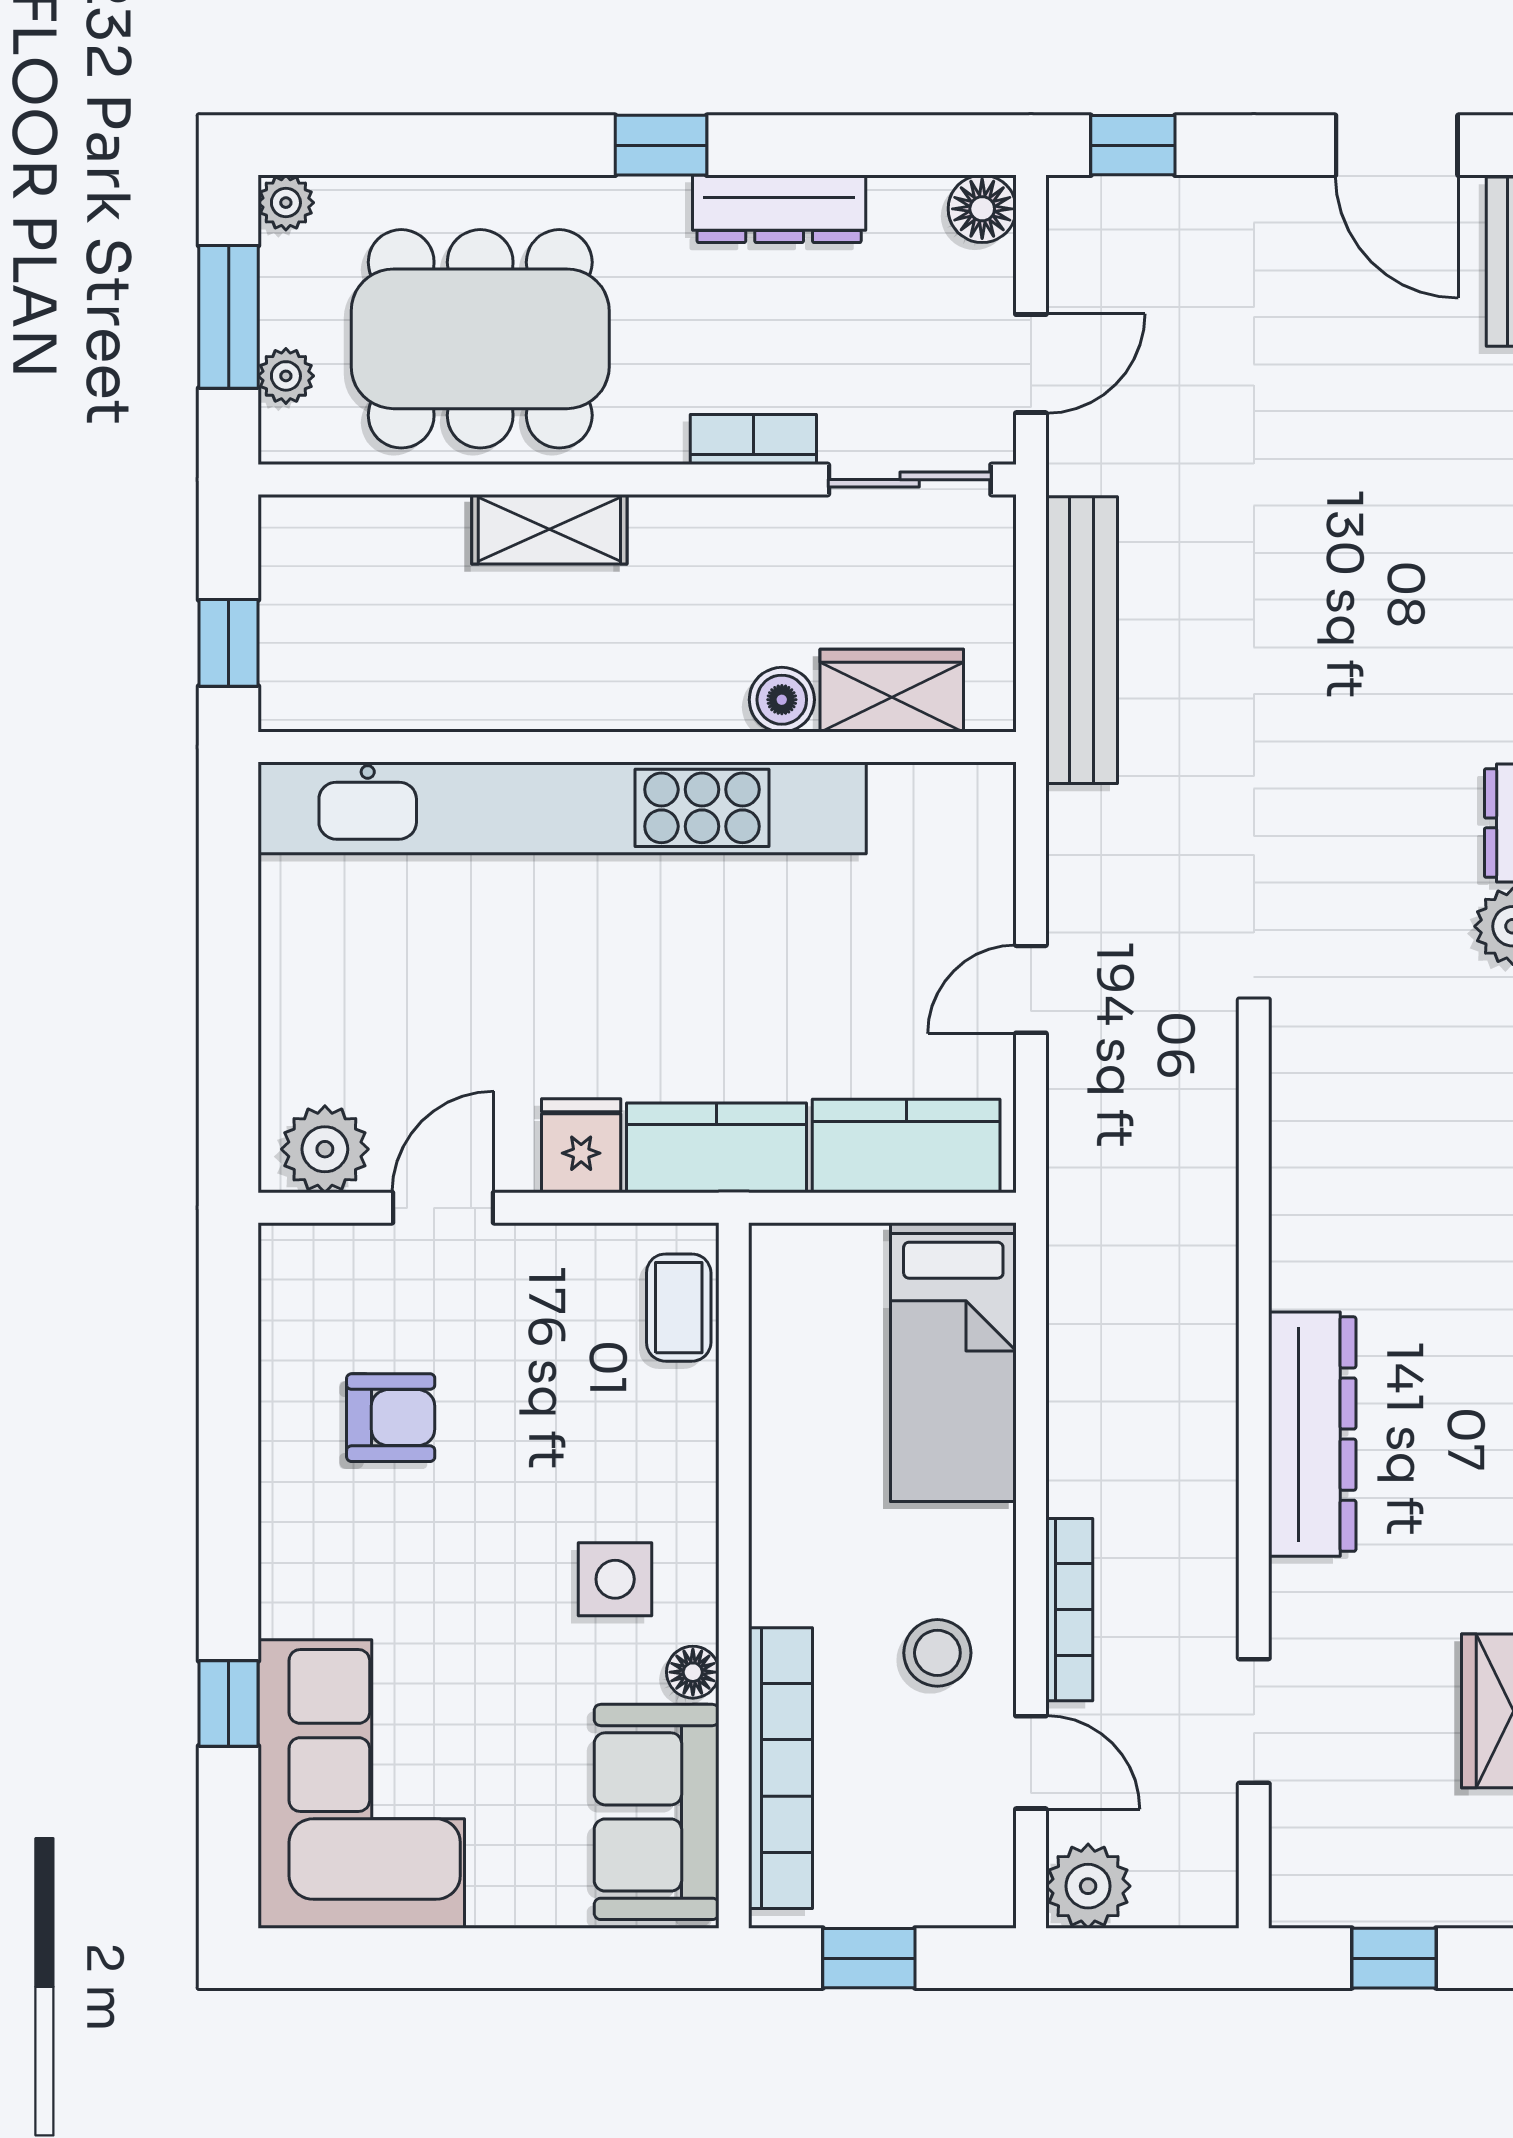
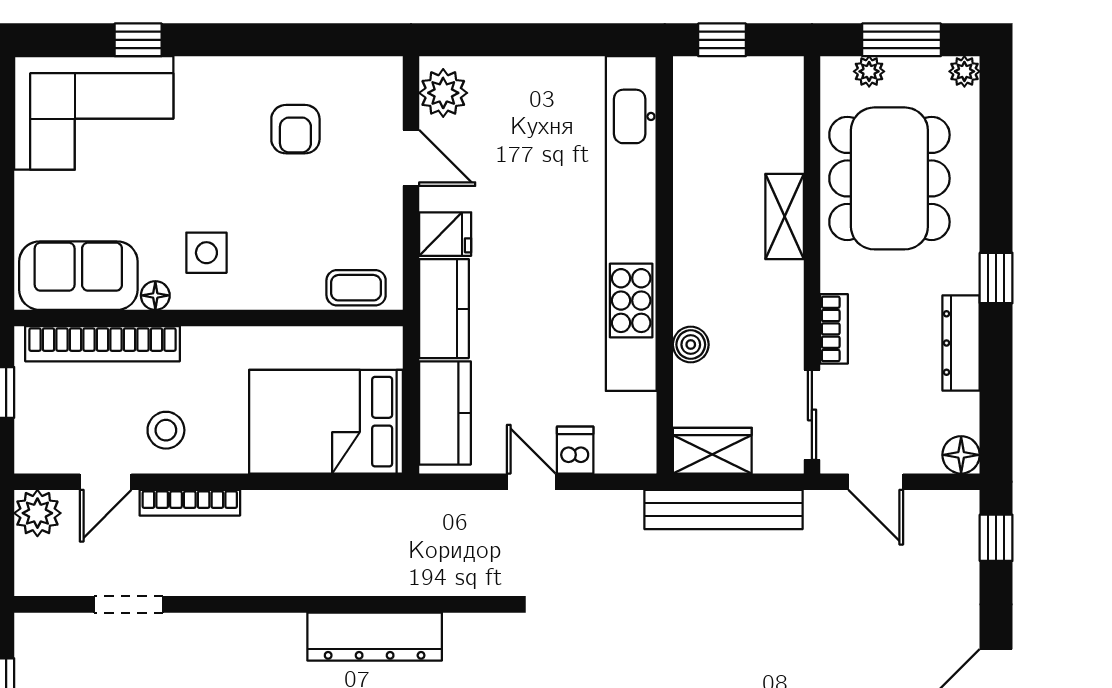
wardrobe: (892, 691) -> (712, 451), moved, turned -90
dishwasher: (974, 910) -> (575, 450), added
bed: (953, 1362) -> (326, 422), width x1.50
dresser: (1312, 1434) -> (375, 637), moved

